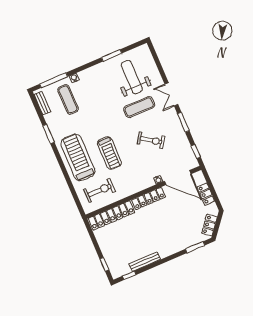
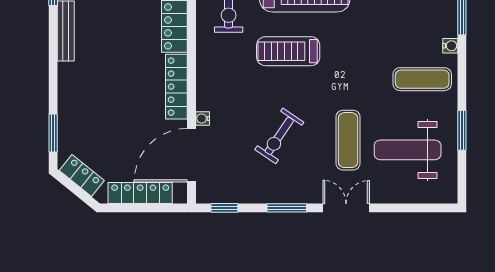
weight bench: (132, 77) -> (408, 150), turned 180
exercise mat: (68, 99) -> (422, 79), moved
locker: (206, 194) -> (140, 193), width x1.53

